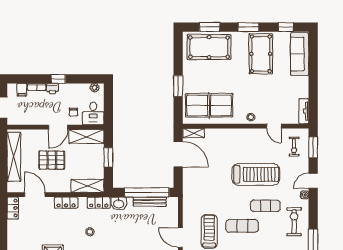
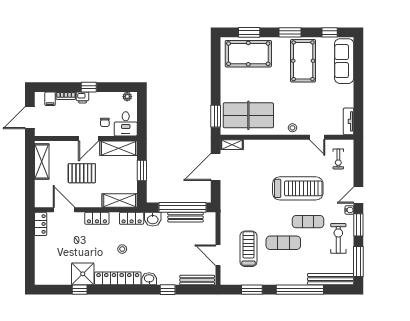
window: (178, 86) -> (216, 116), moved
window: (313, 147) -> (358, 225), moved
door: (178, 154) -> (216, 167), swing flipped
shelving: (14, 157) -> (42, 161), width x0.68

